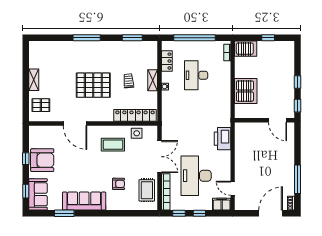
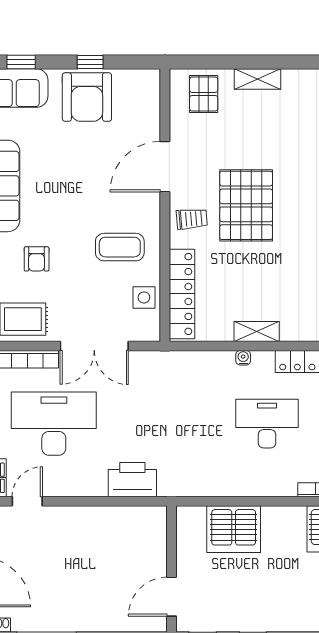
trolley: (129, 81) -> (192, 219), moved
coffee table: (113, 145) -> (120, 247), turned 90

